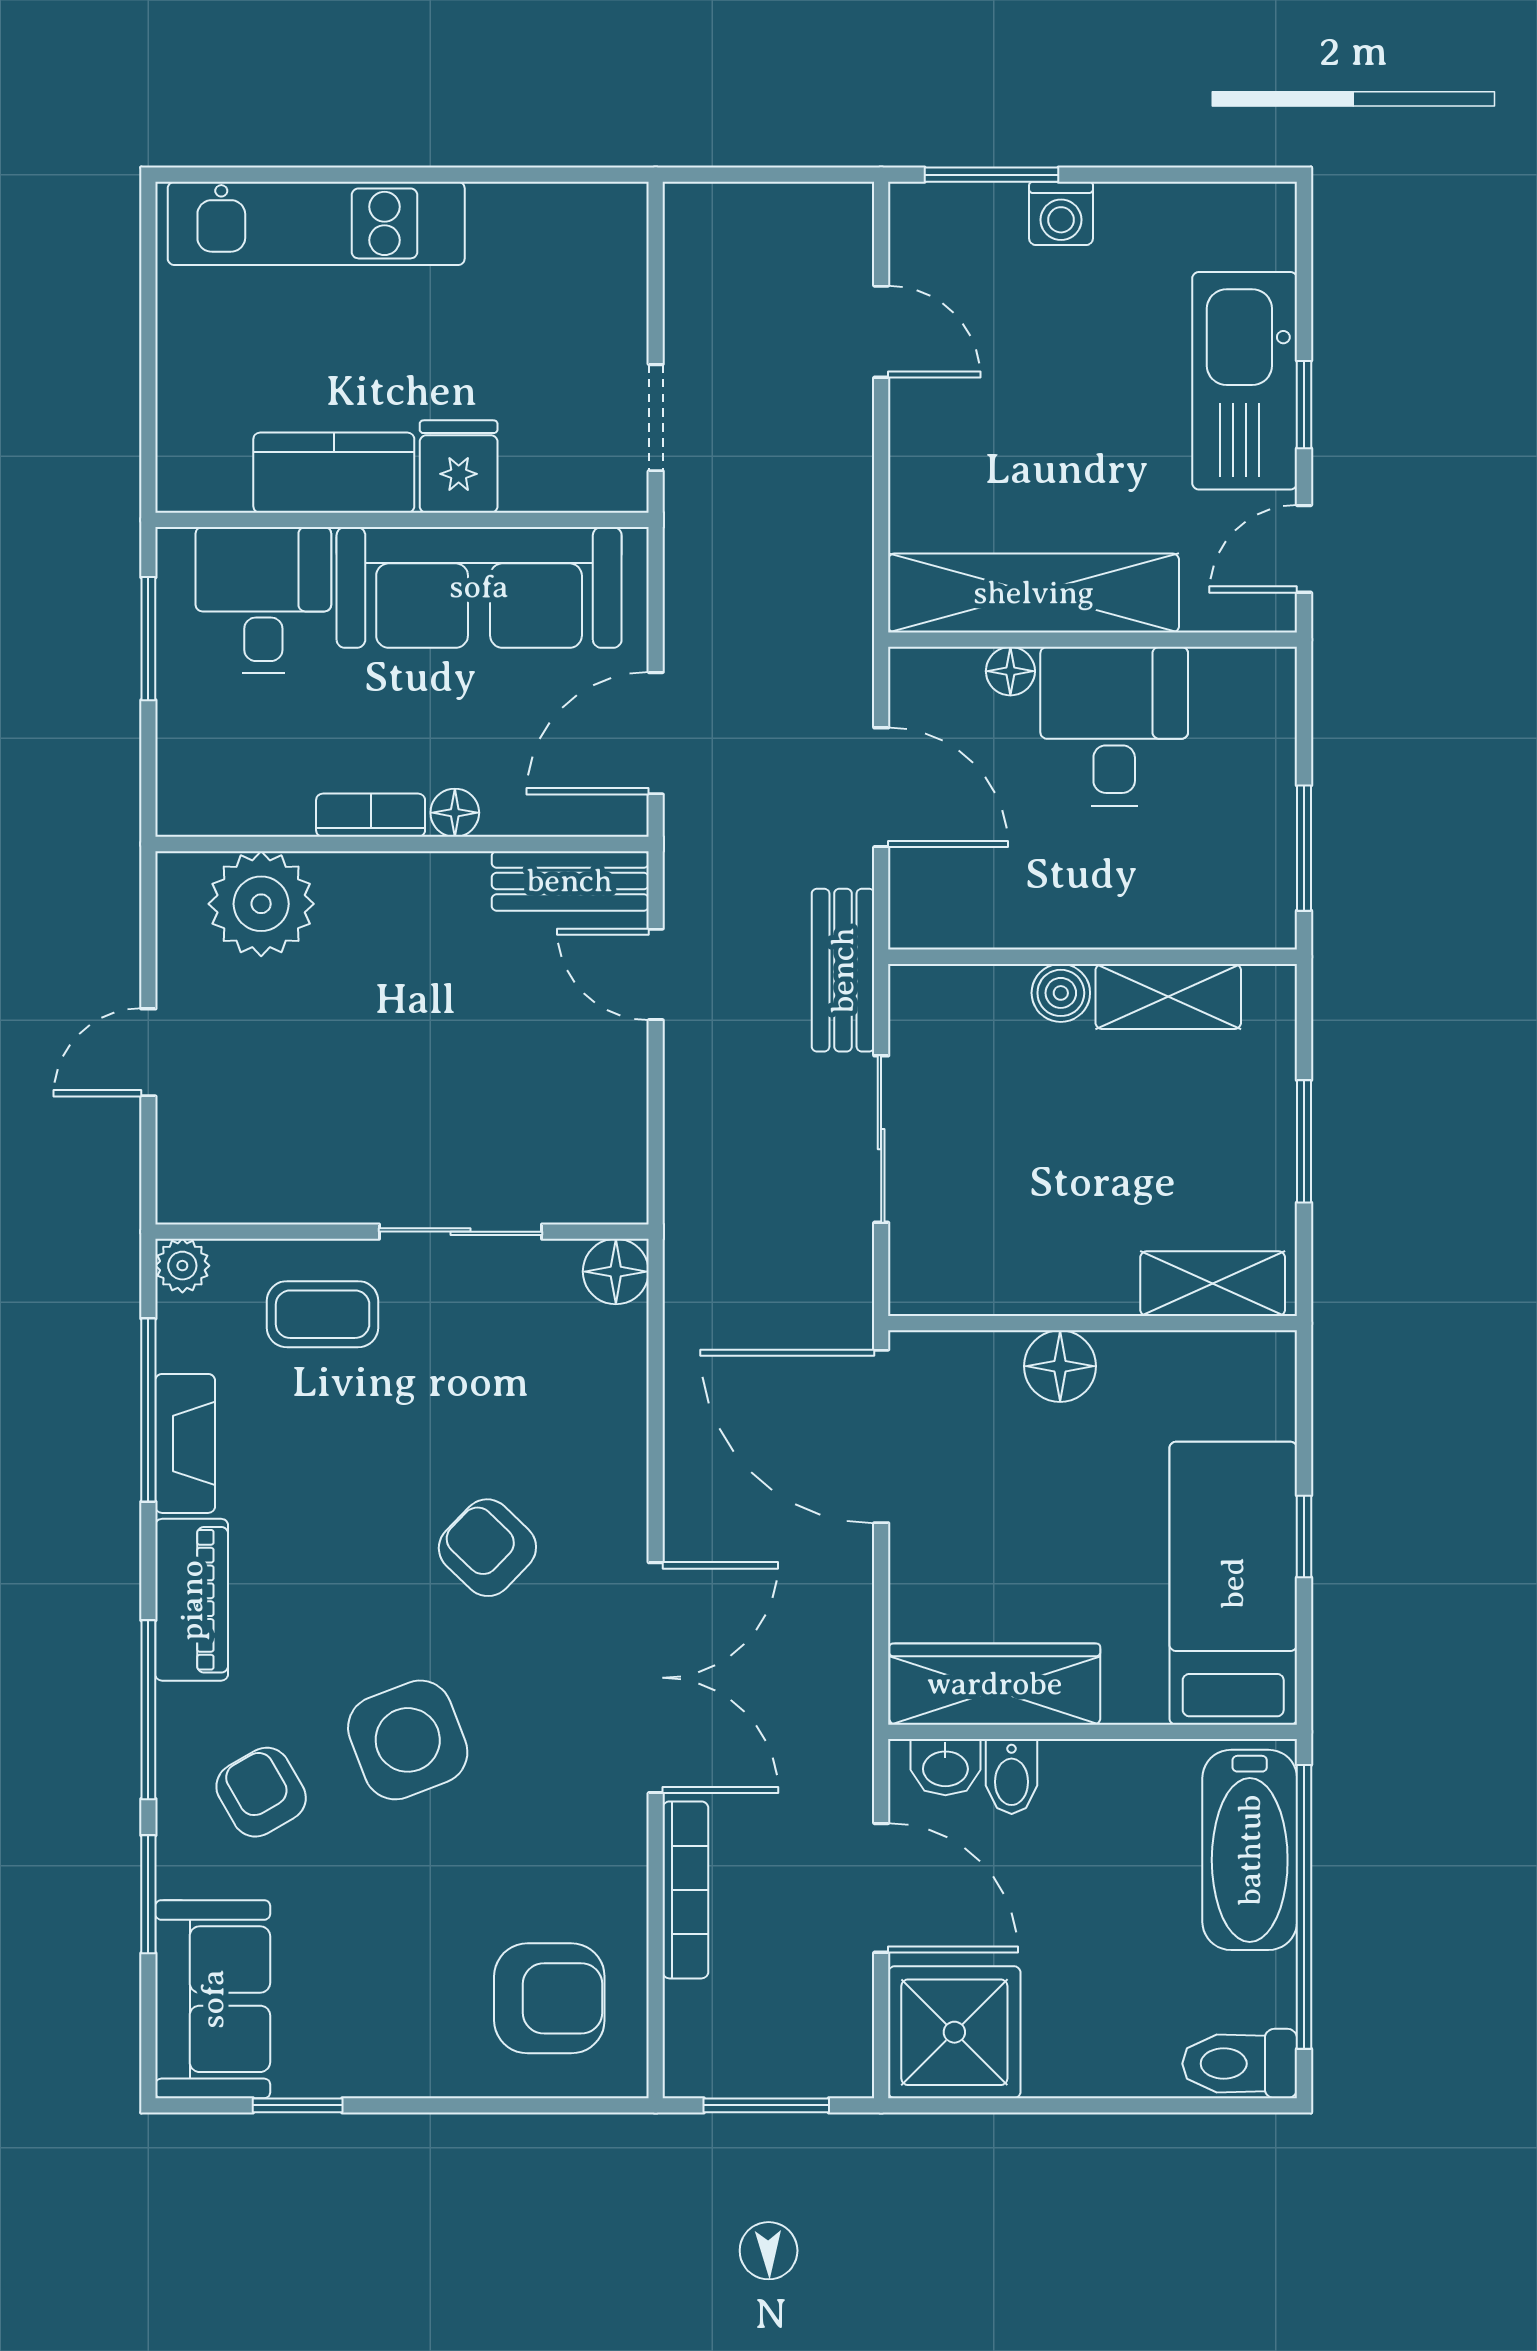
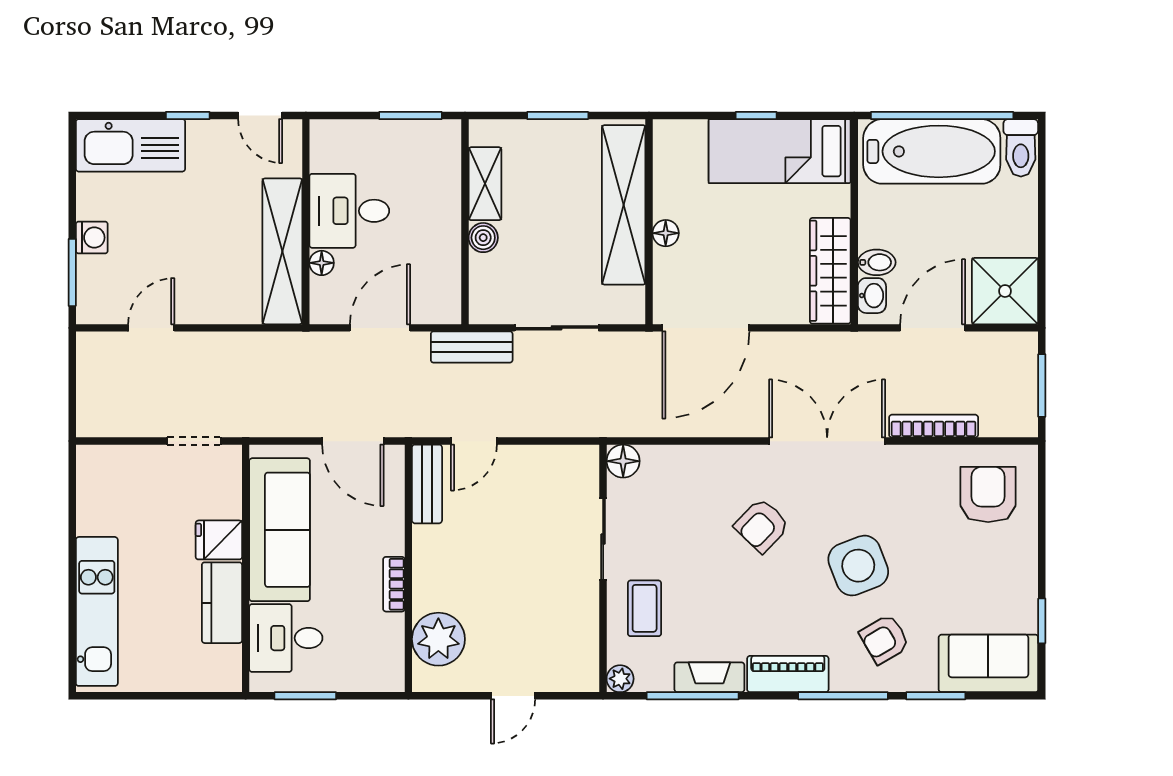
kitchen sink: (1245, 381) -> (131, 145), moved
floor lamp: (455, 813) -> (393, 542), removed
door: (148, 1052) -> (513, 696), hinge flipped
shelving: (1213, 1284) -> (624, 205), width x2.20, depth x1.33
floor lamp: (1060, 1366) -> (666, 233), width x0.73, depth x0.73
bathtub: (1250, 1850) -> (932, 151), width x1.36, depth x1.36

